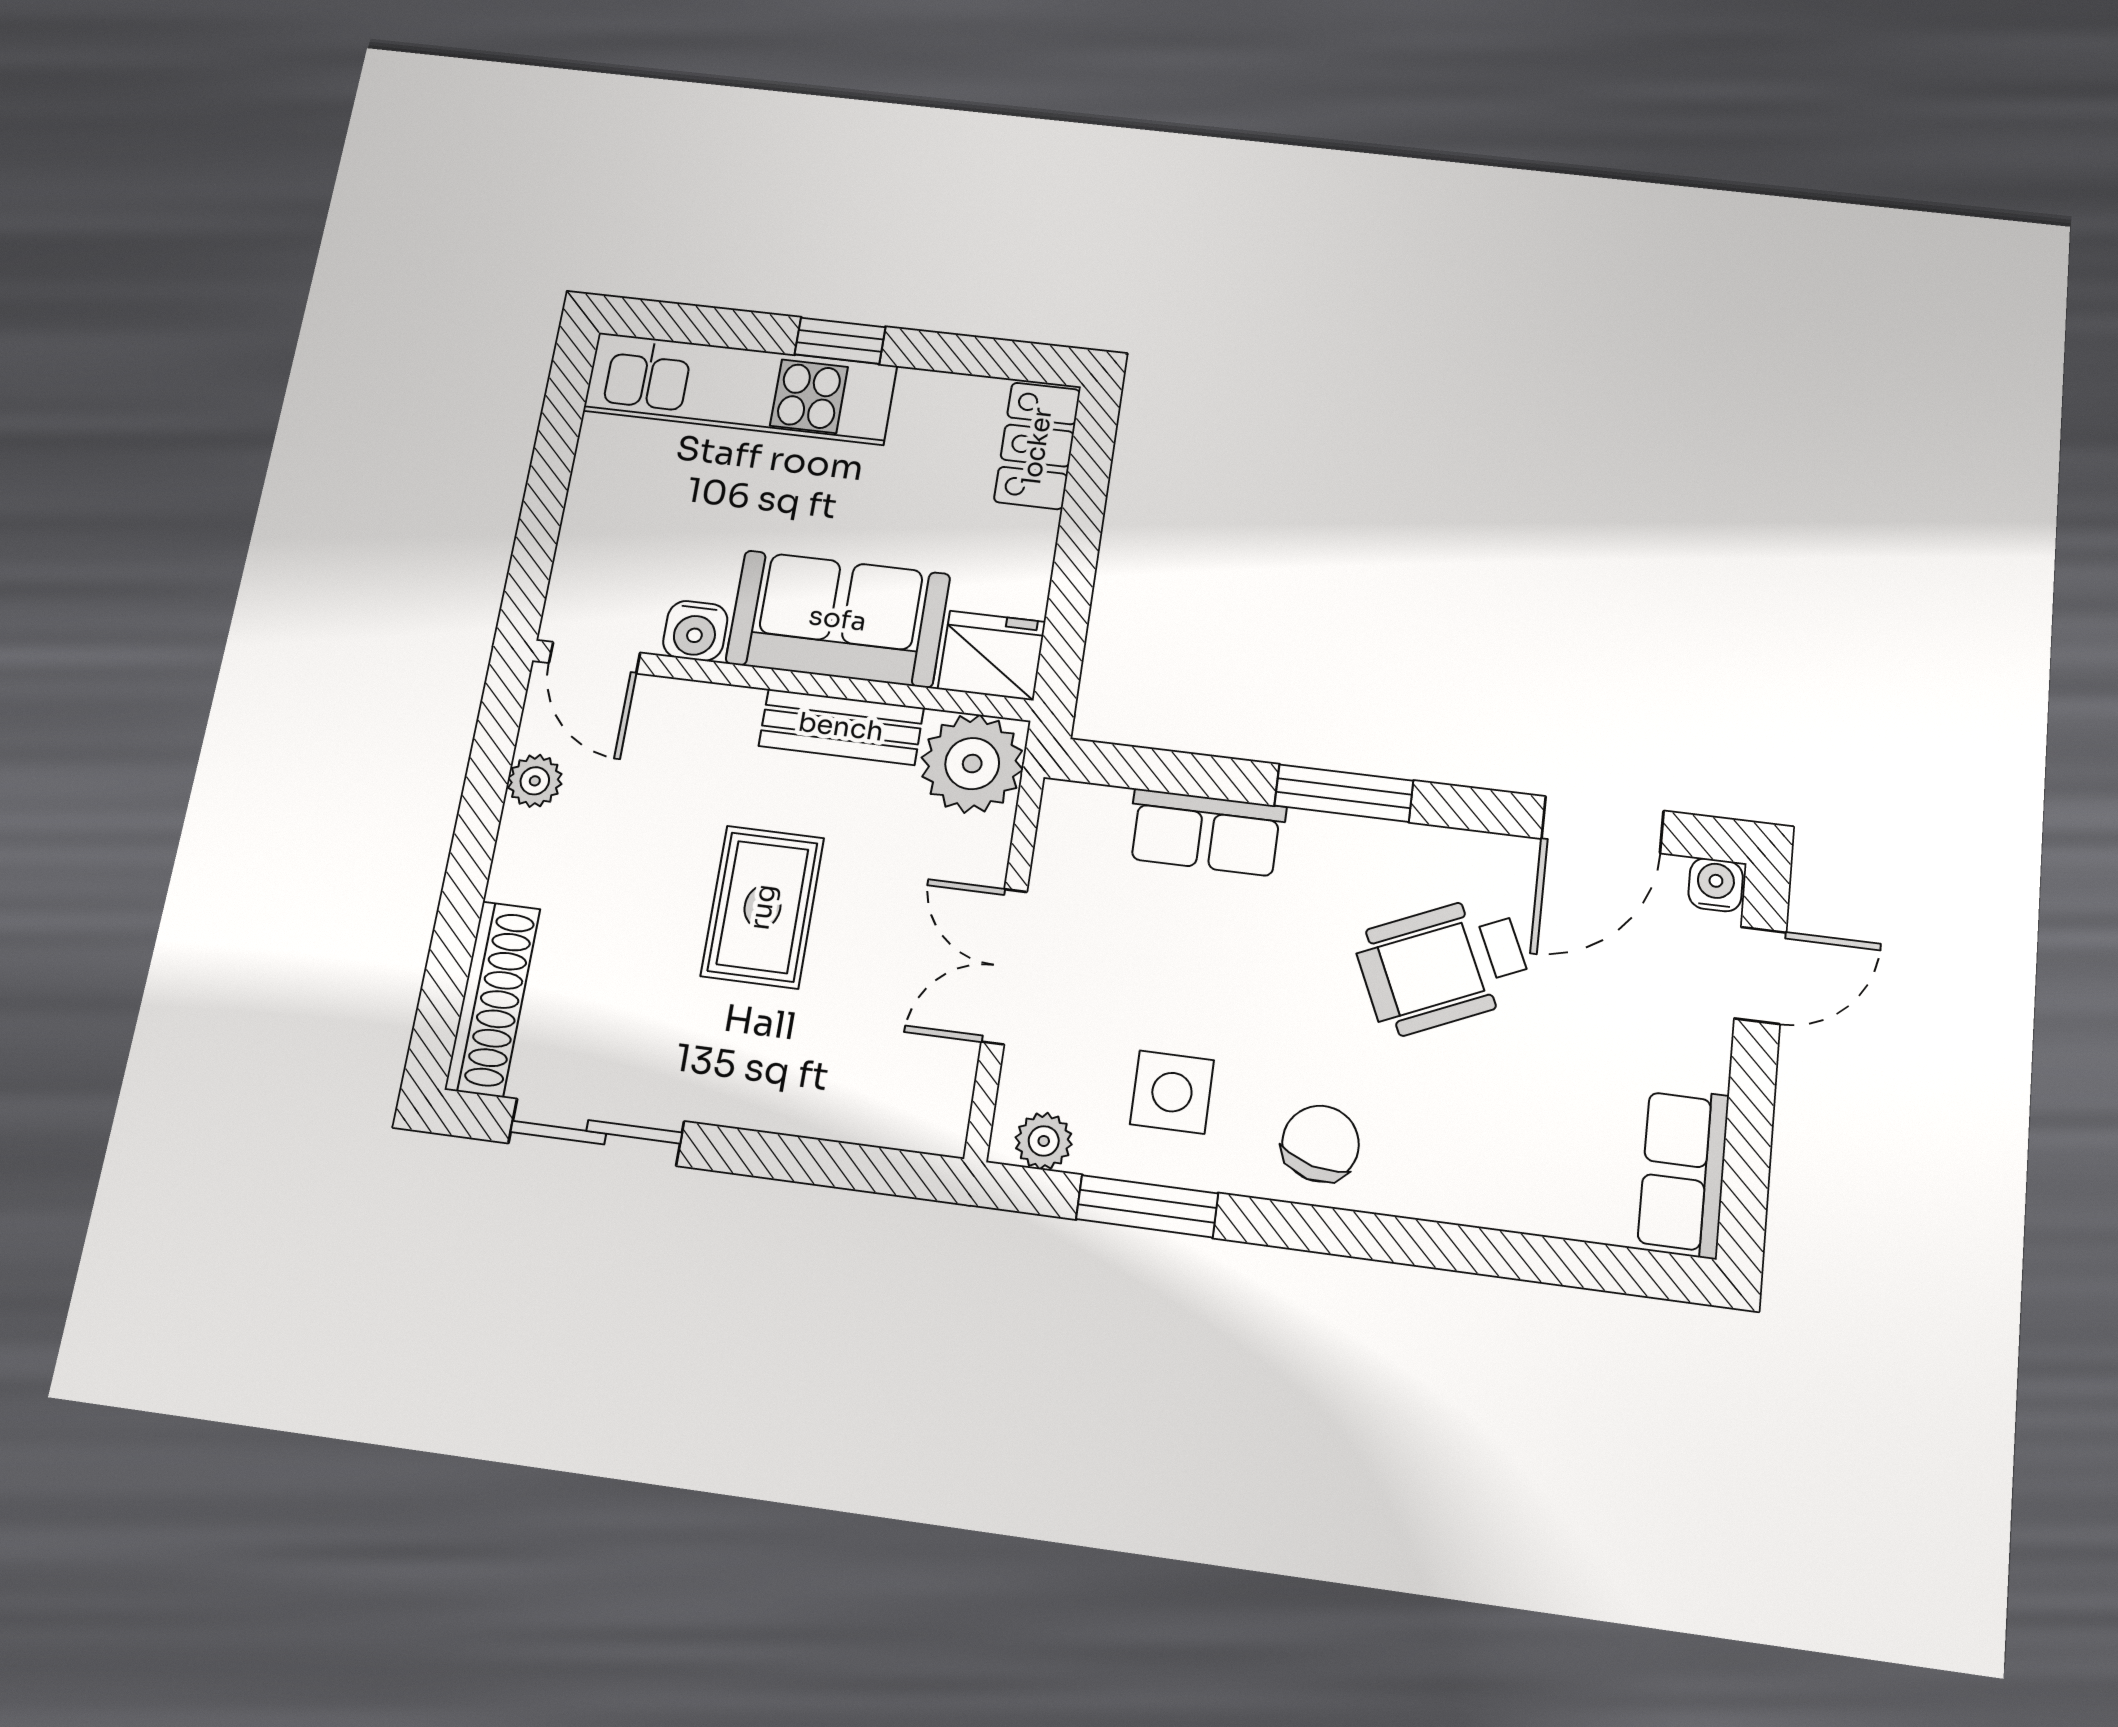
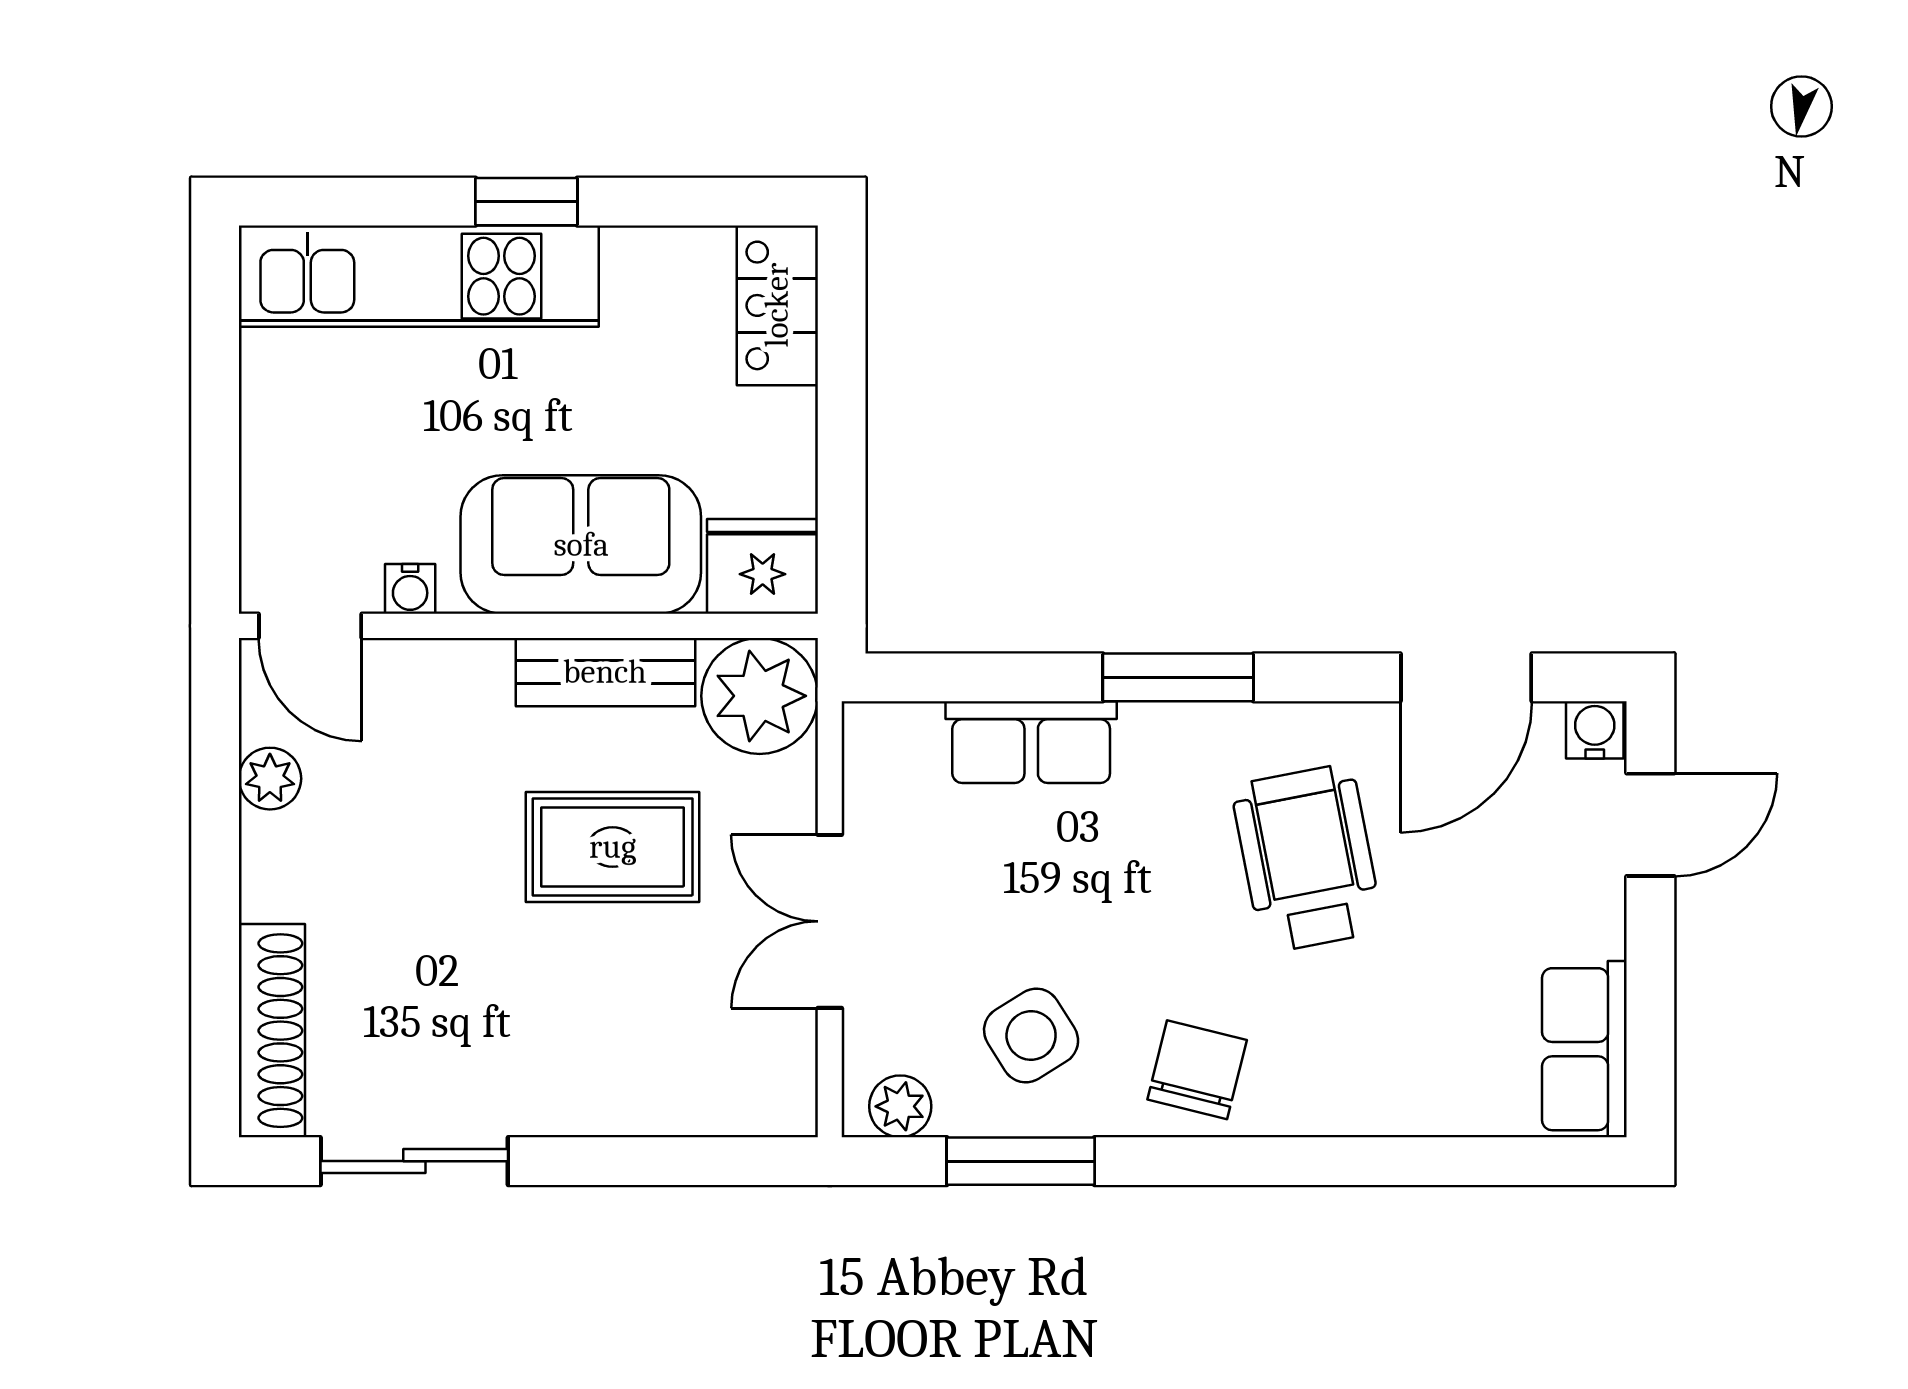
water cooler: (695, 631) -> (410, 589), width x0.72, depth x0.72
rug: (763, 907) -> (613, 847), moved, turned 90
wheelchair: (1443, 965) -> (1307, 858), turned 103
side table: (1172, 1092) -> (1031, 1035), turned -32

